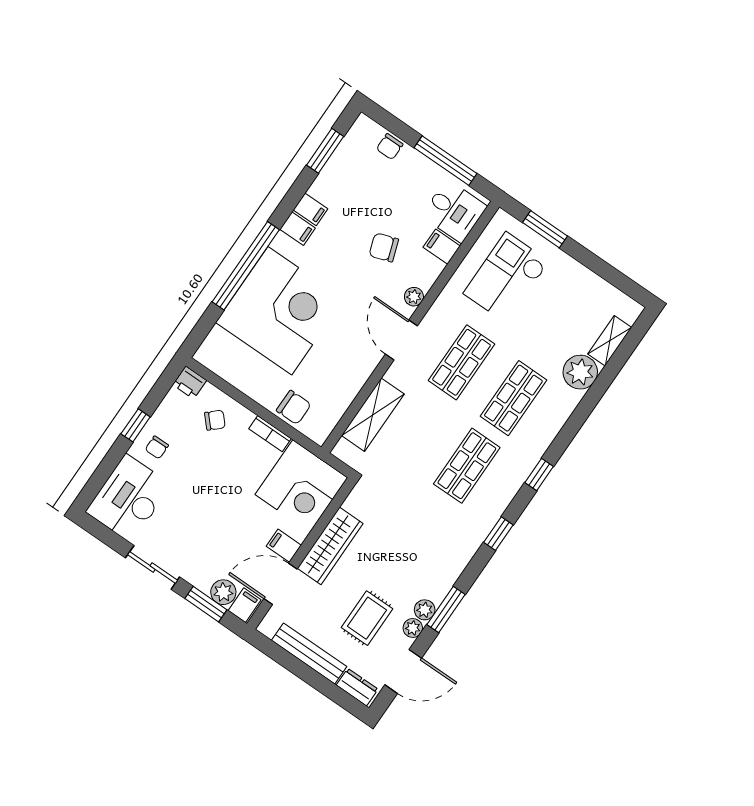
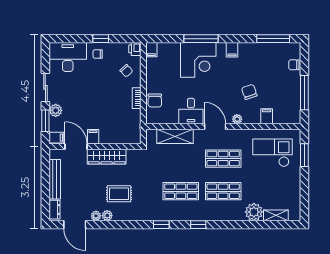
window: (325, 151) -> (273, 39), width x1.44
filing cabinet: (310, 209) -> (151, 50), moved
desk: (454, 211) -> (191, 111), moved
window: (246, 266) -> (201, 39), width x0.68
corner desk: (280, 311) -> (198, 60), width x0.74, depth x0.74
door: (401, 340) -> (215, 127), hinge flipped
corner desk: (301, 486) -> (124, 127), removed
plant: (223, 592) -> (56, 110), moved
window: (446, 610) -> (114, 225), removed
rug: (367, 618) -> (119, 194), moved

